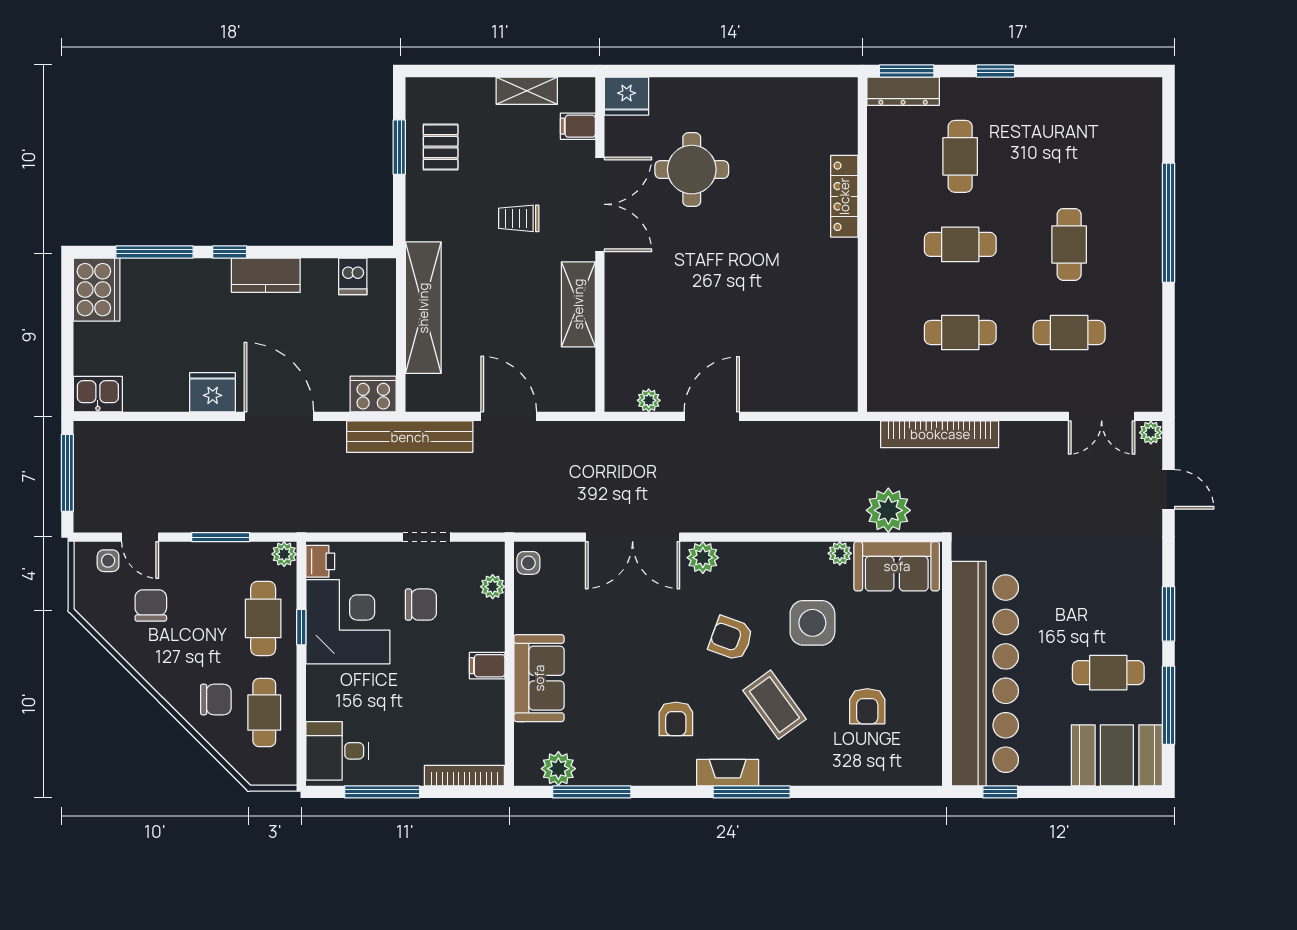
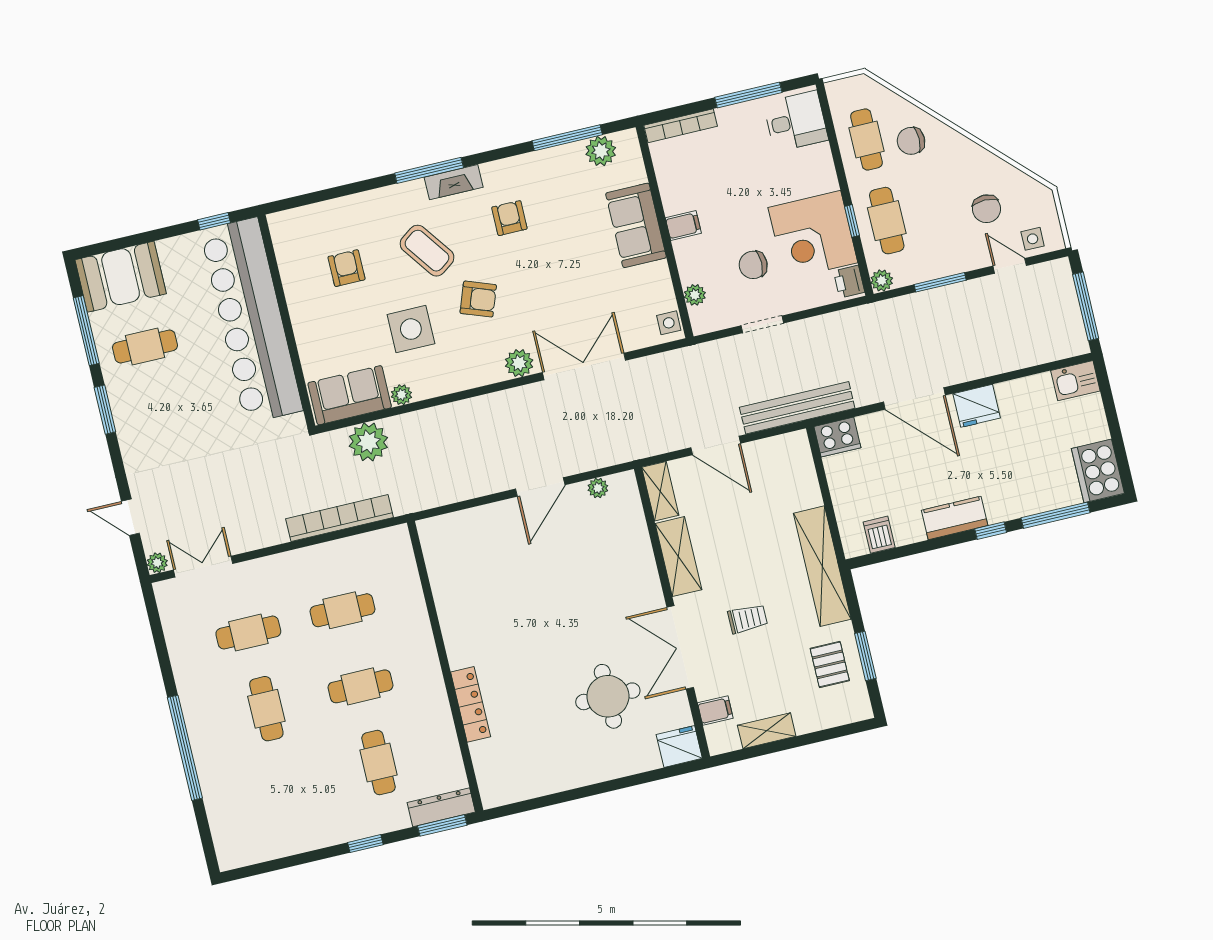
shelving: (423, 308) -> (822, 566), moved
shelving: (581, 381) -> (660, 491), added

